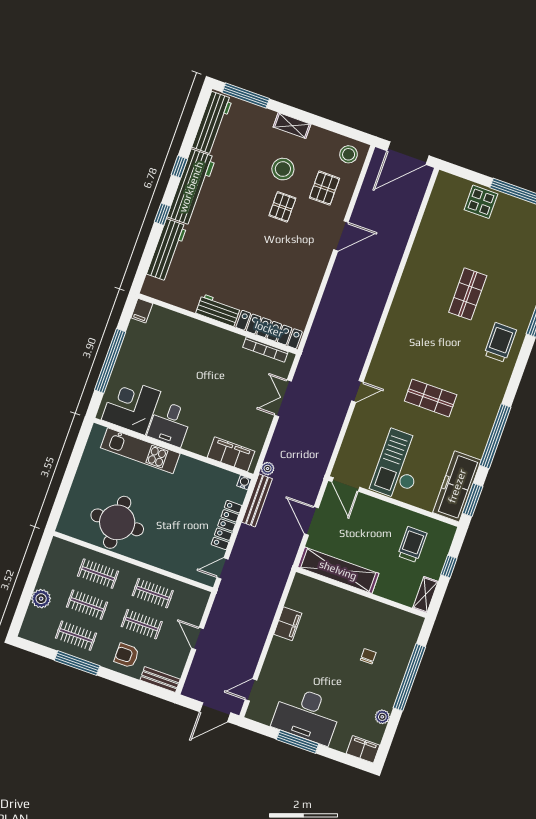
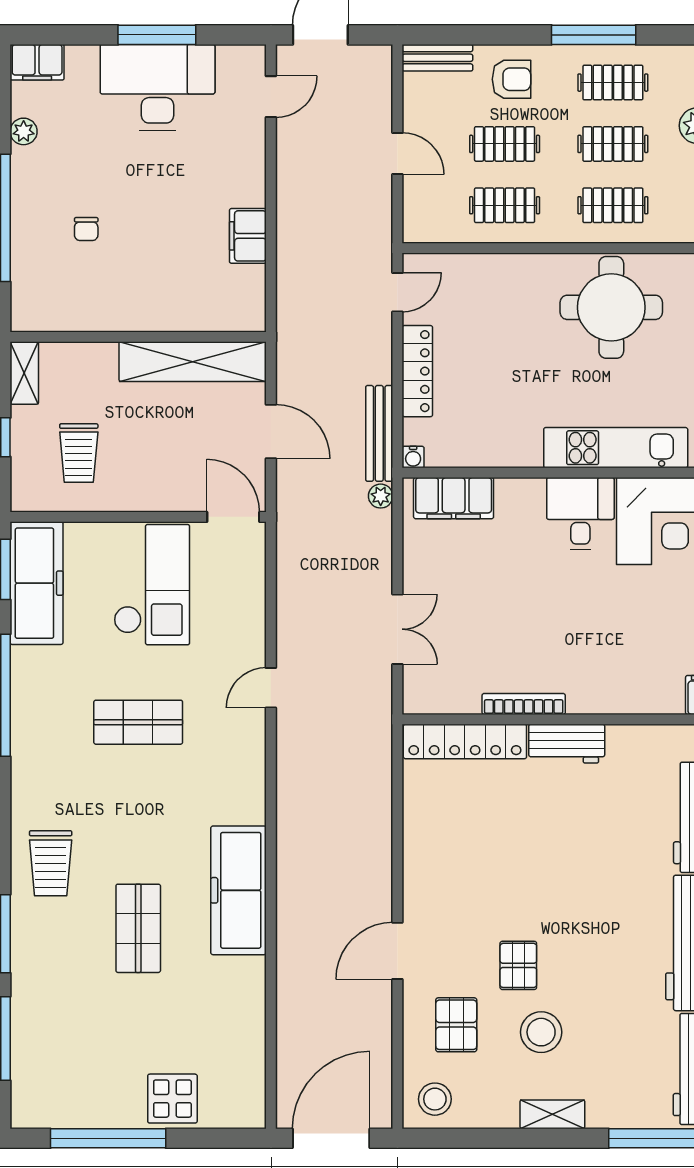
freezer: (410, 295) -> (239, 890), added
bookcase: (265, 349) -> (524, 704), moved

